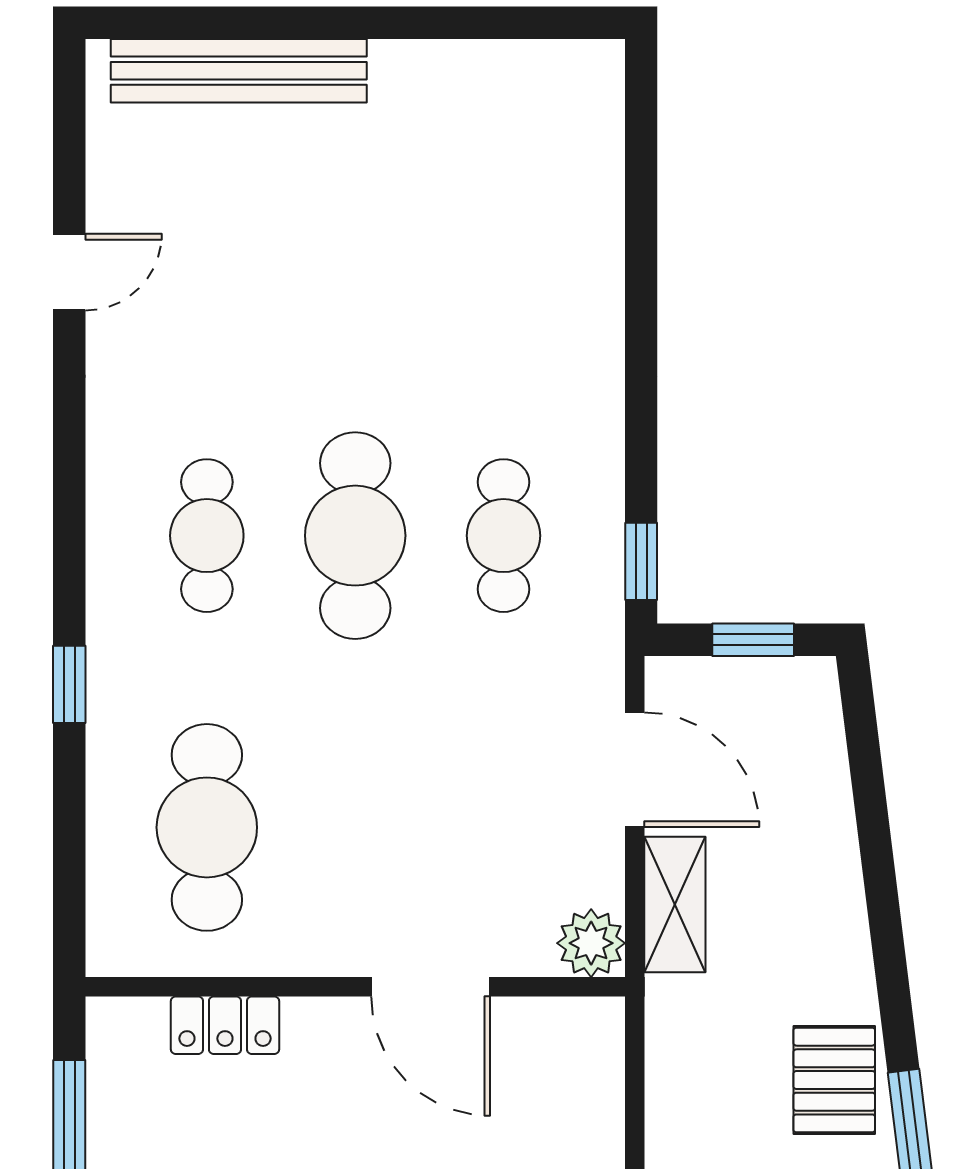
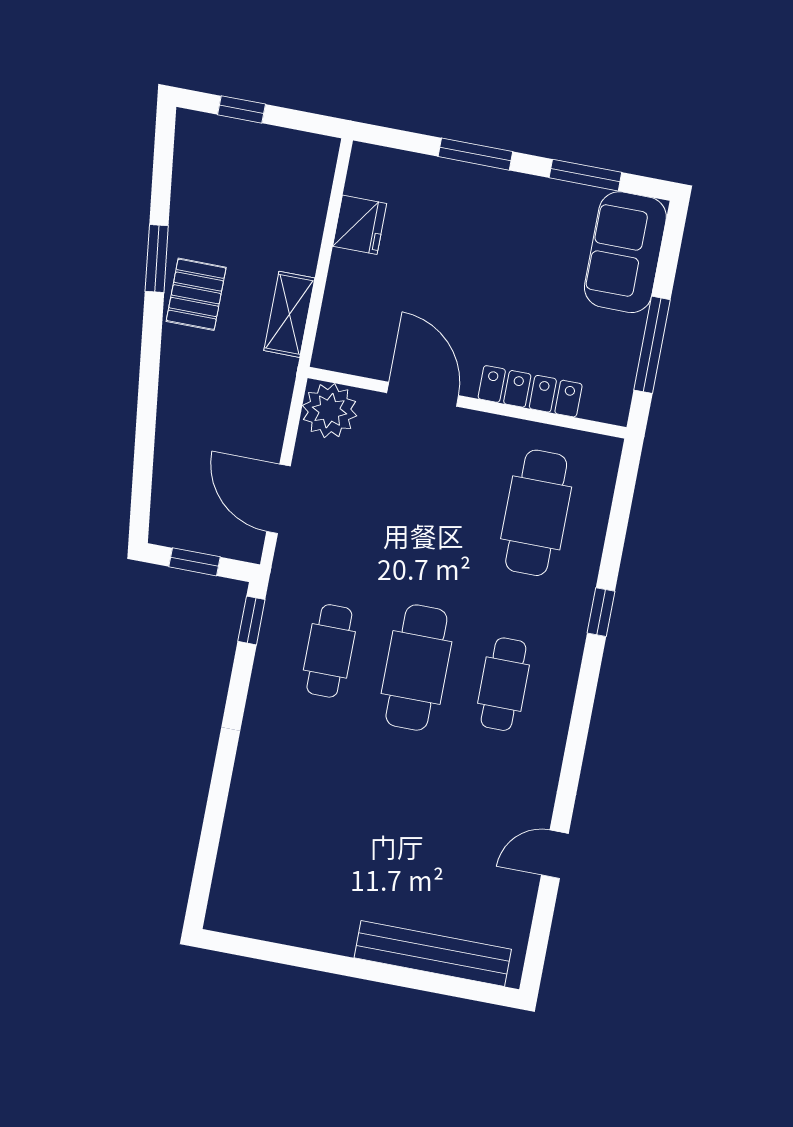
shelving: (675, 904) -> (289, 314), moved
plant: (591, 943) -> (330, 411), width x1.36, depth x1.36
locker: (225, 1025) -> (530, 391), width x1.53

